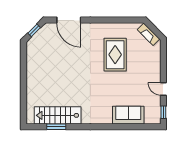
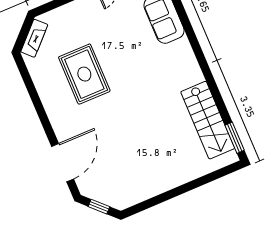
rug: (115, 55) -> (84, 74), turned 90
window: (56, 127) -> (235, 138), moved

